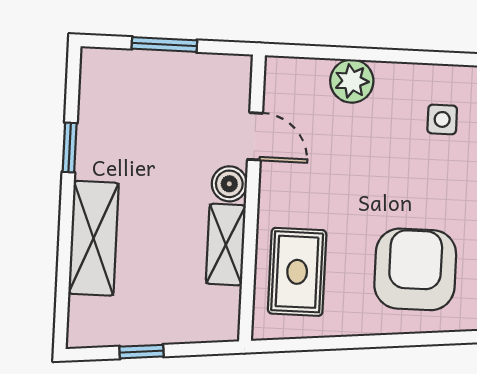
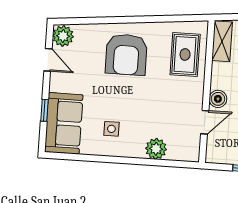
door: (255, 136) -> (205, 122), swing flipped
shelving: (226, 245) -> (222, 41), moved

